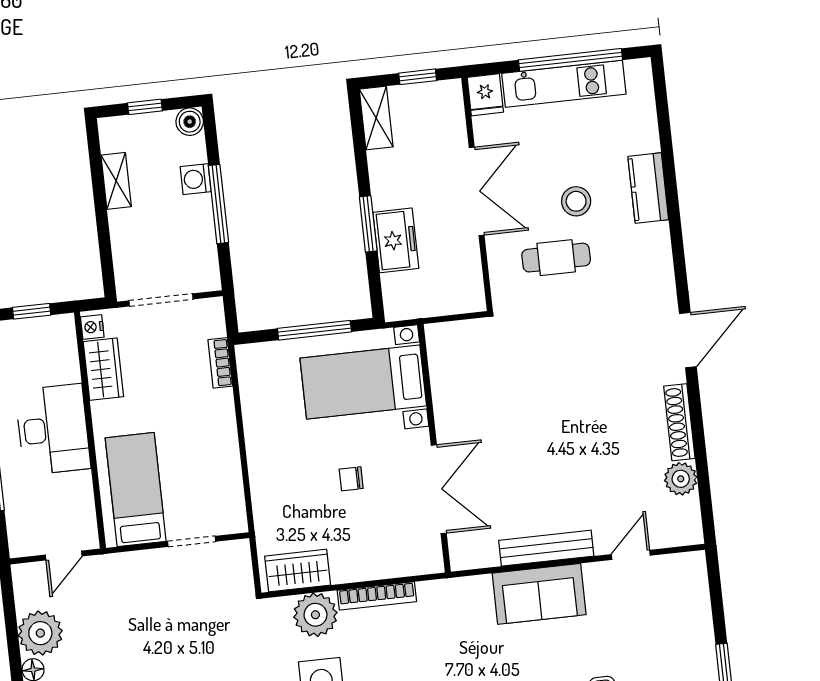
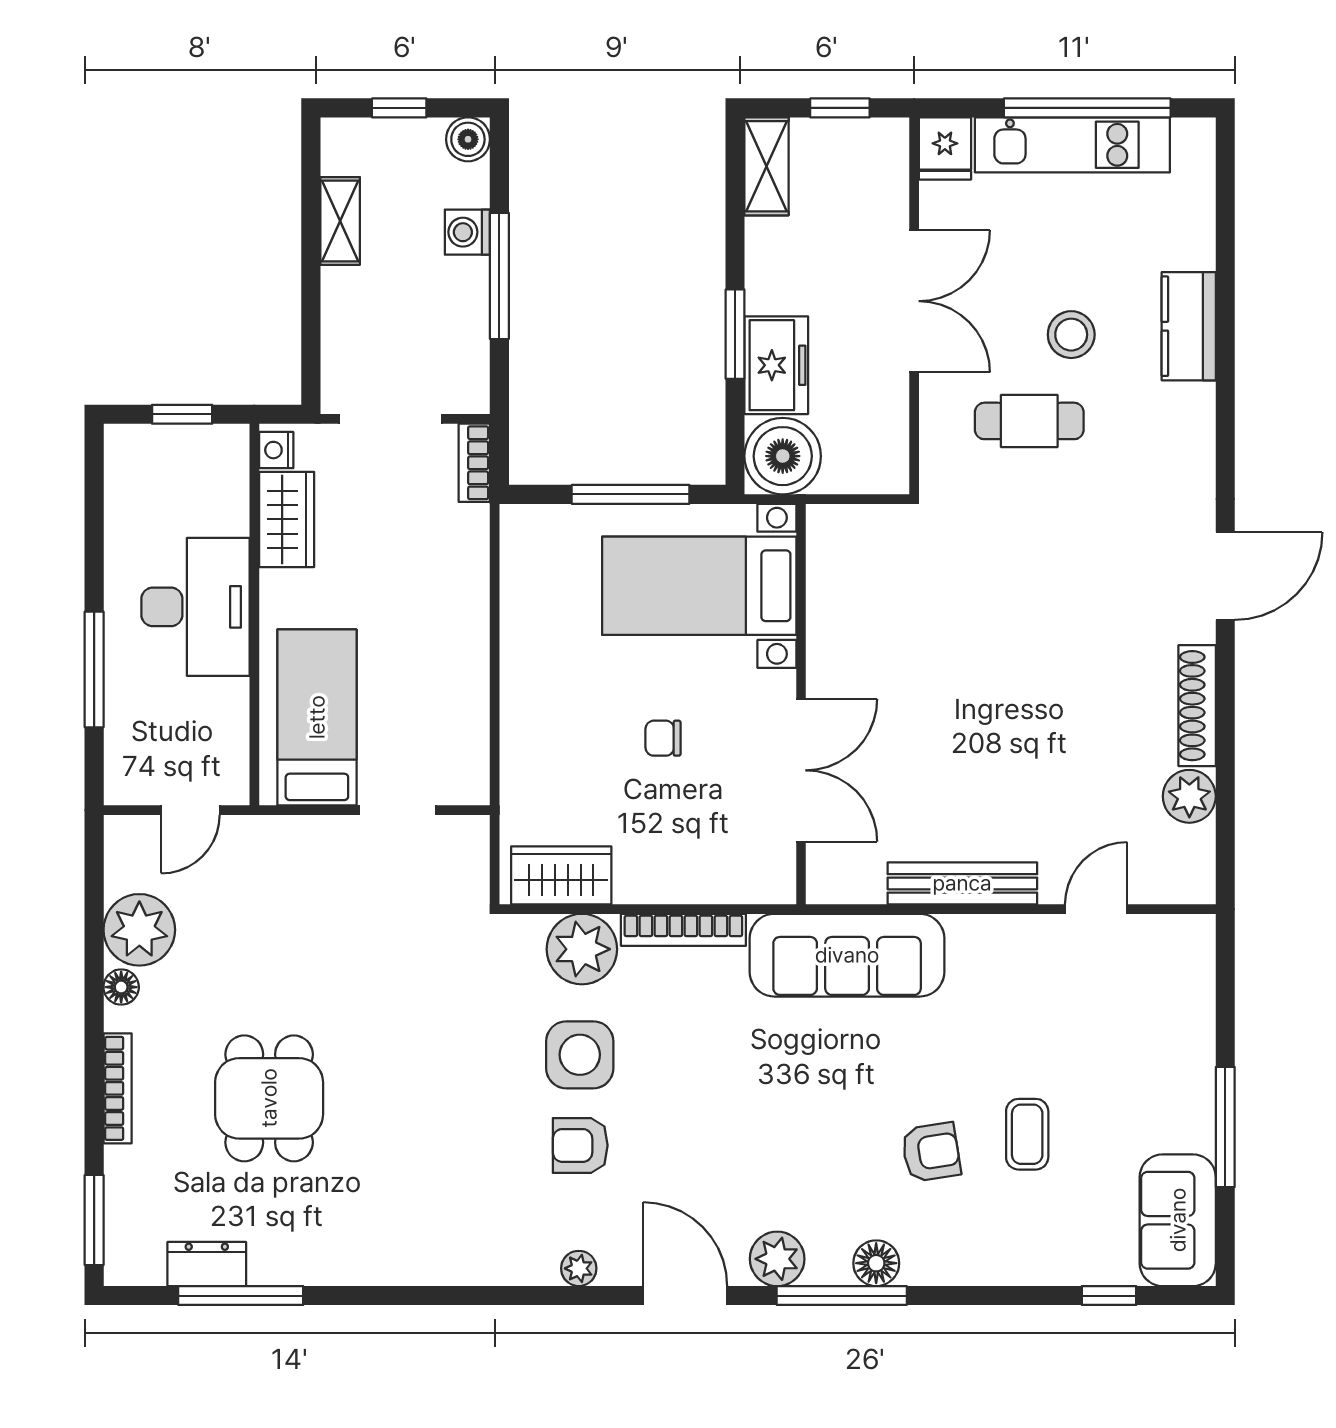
boiler: (406, 296) -> (783, 456), added
bookcase: (220, 363) -> (474, 463), moved
sofa: (539, 594) -> (847, 955), moved, width x1.36

